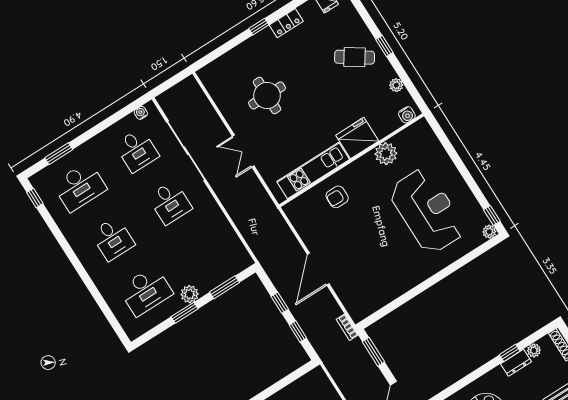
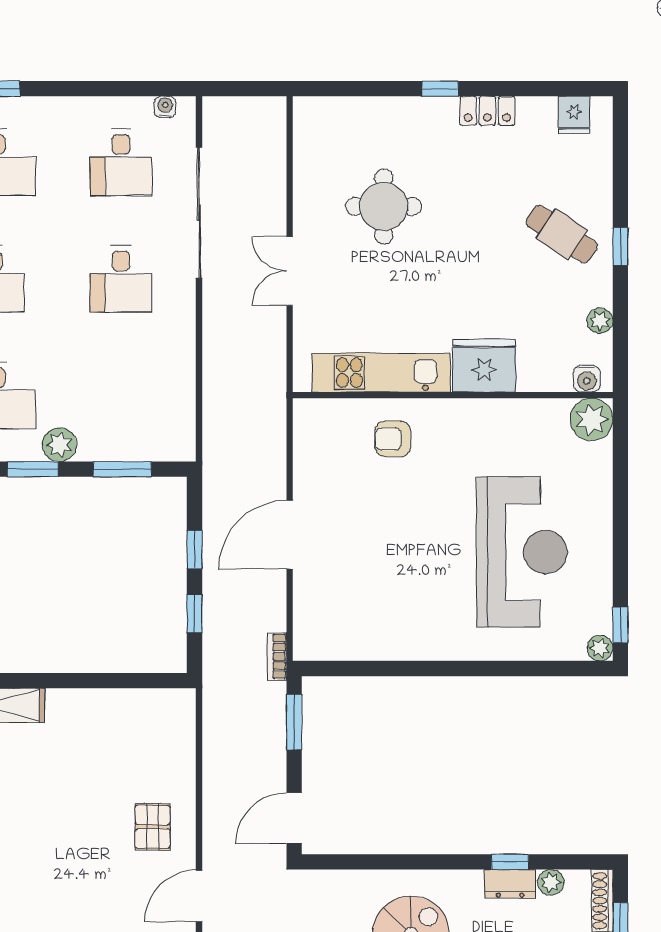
plant: (386, 154) -> (592, 419), moved

